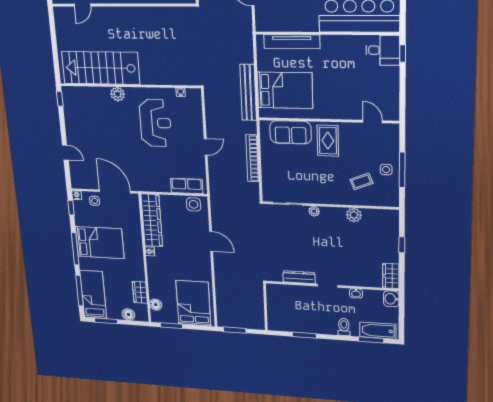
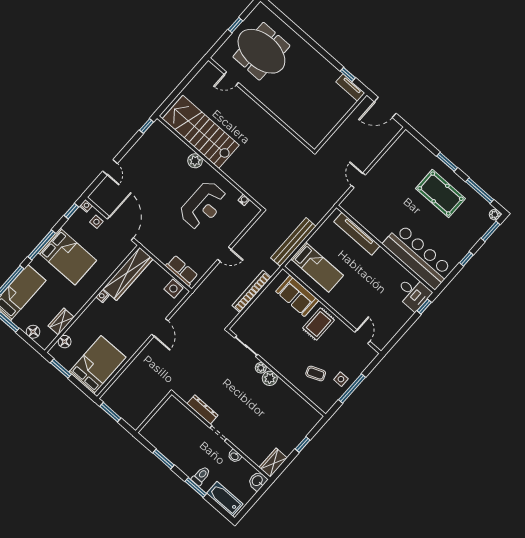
bed: (285, 90) -> (317, 267), width x0.67
plant: (354, 215) -> (270, 378), moved
window: (371, 340) -> (196, 487), moved

